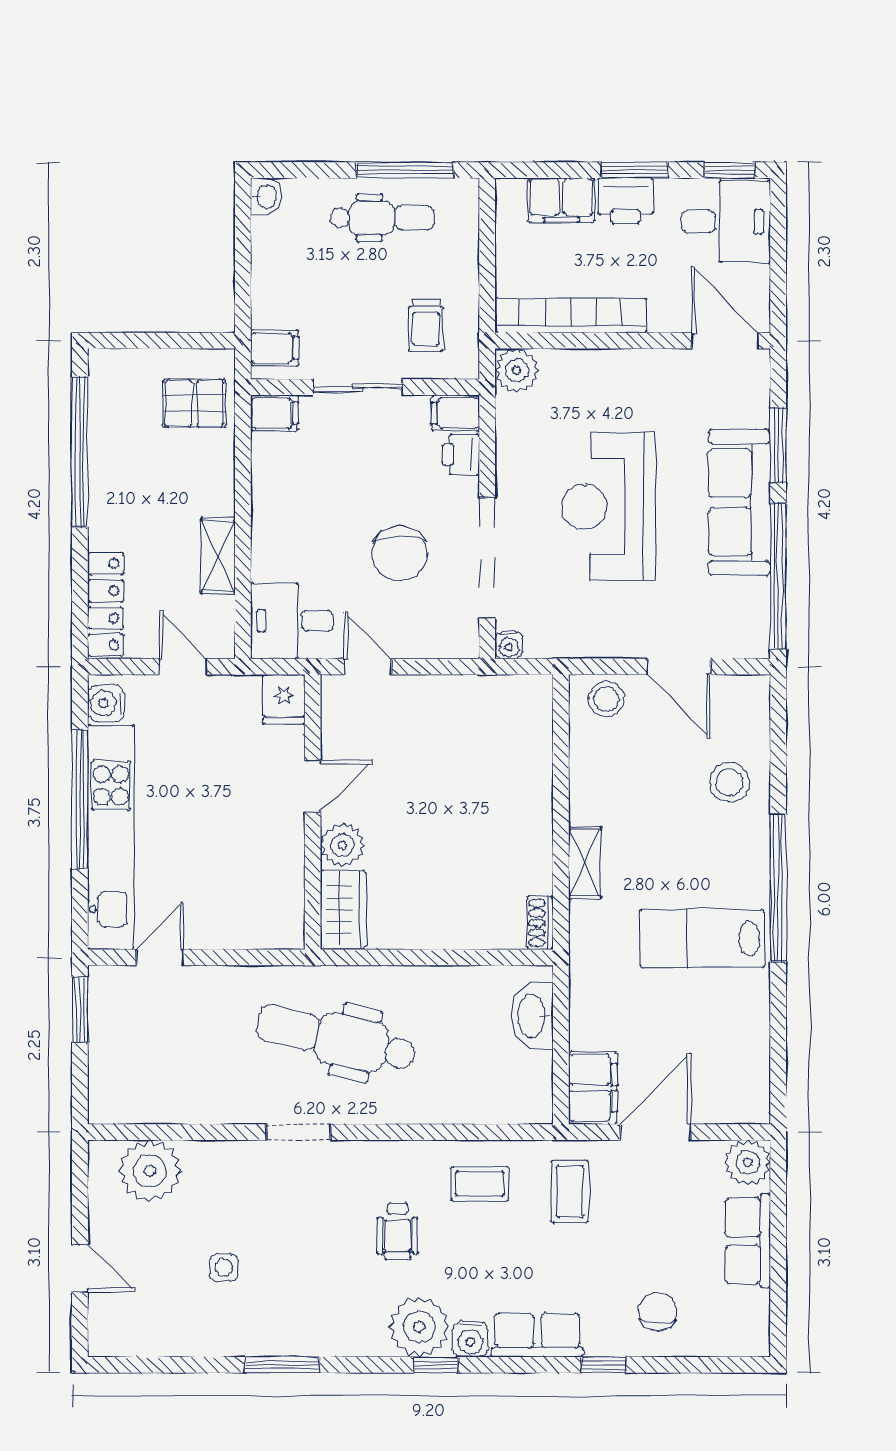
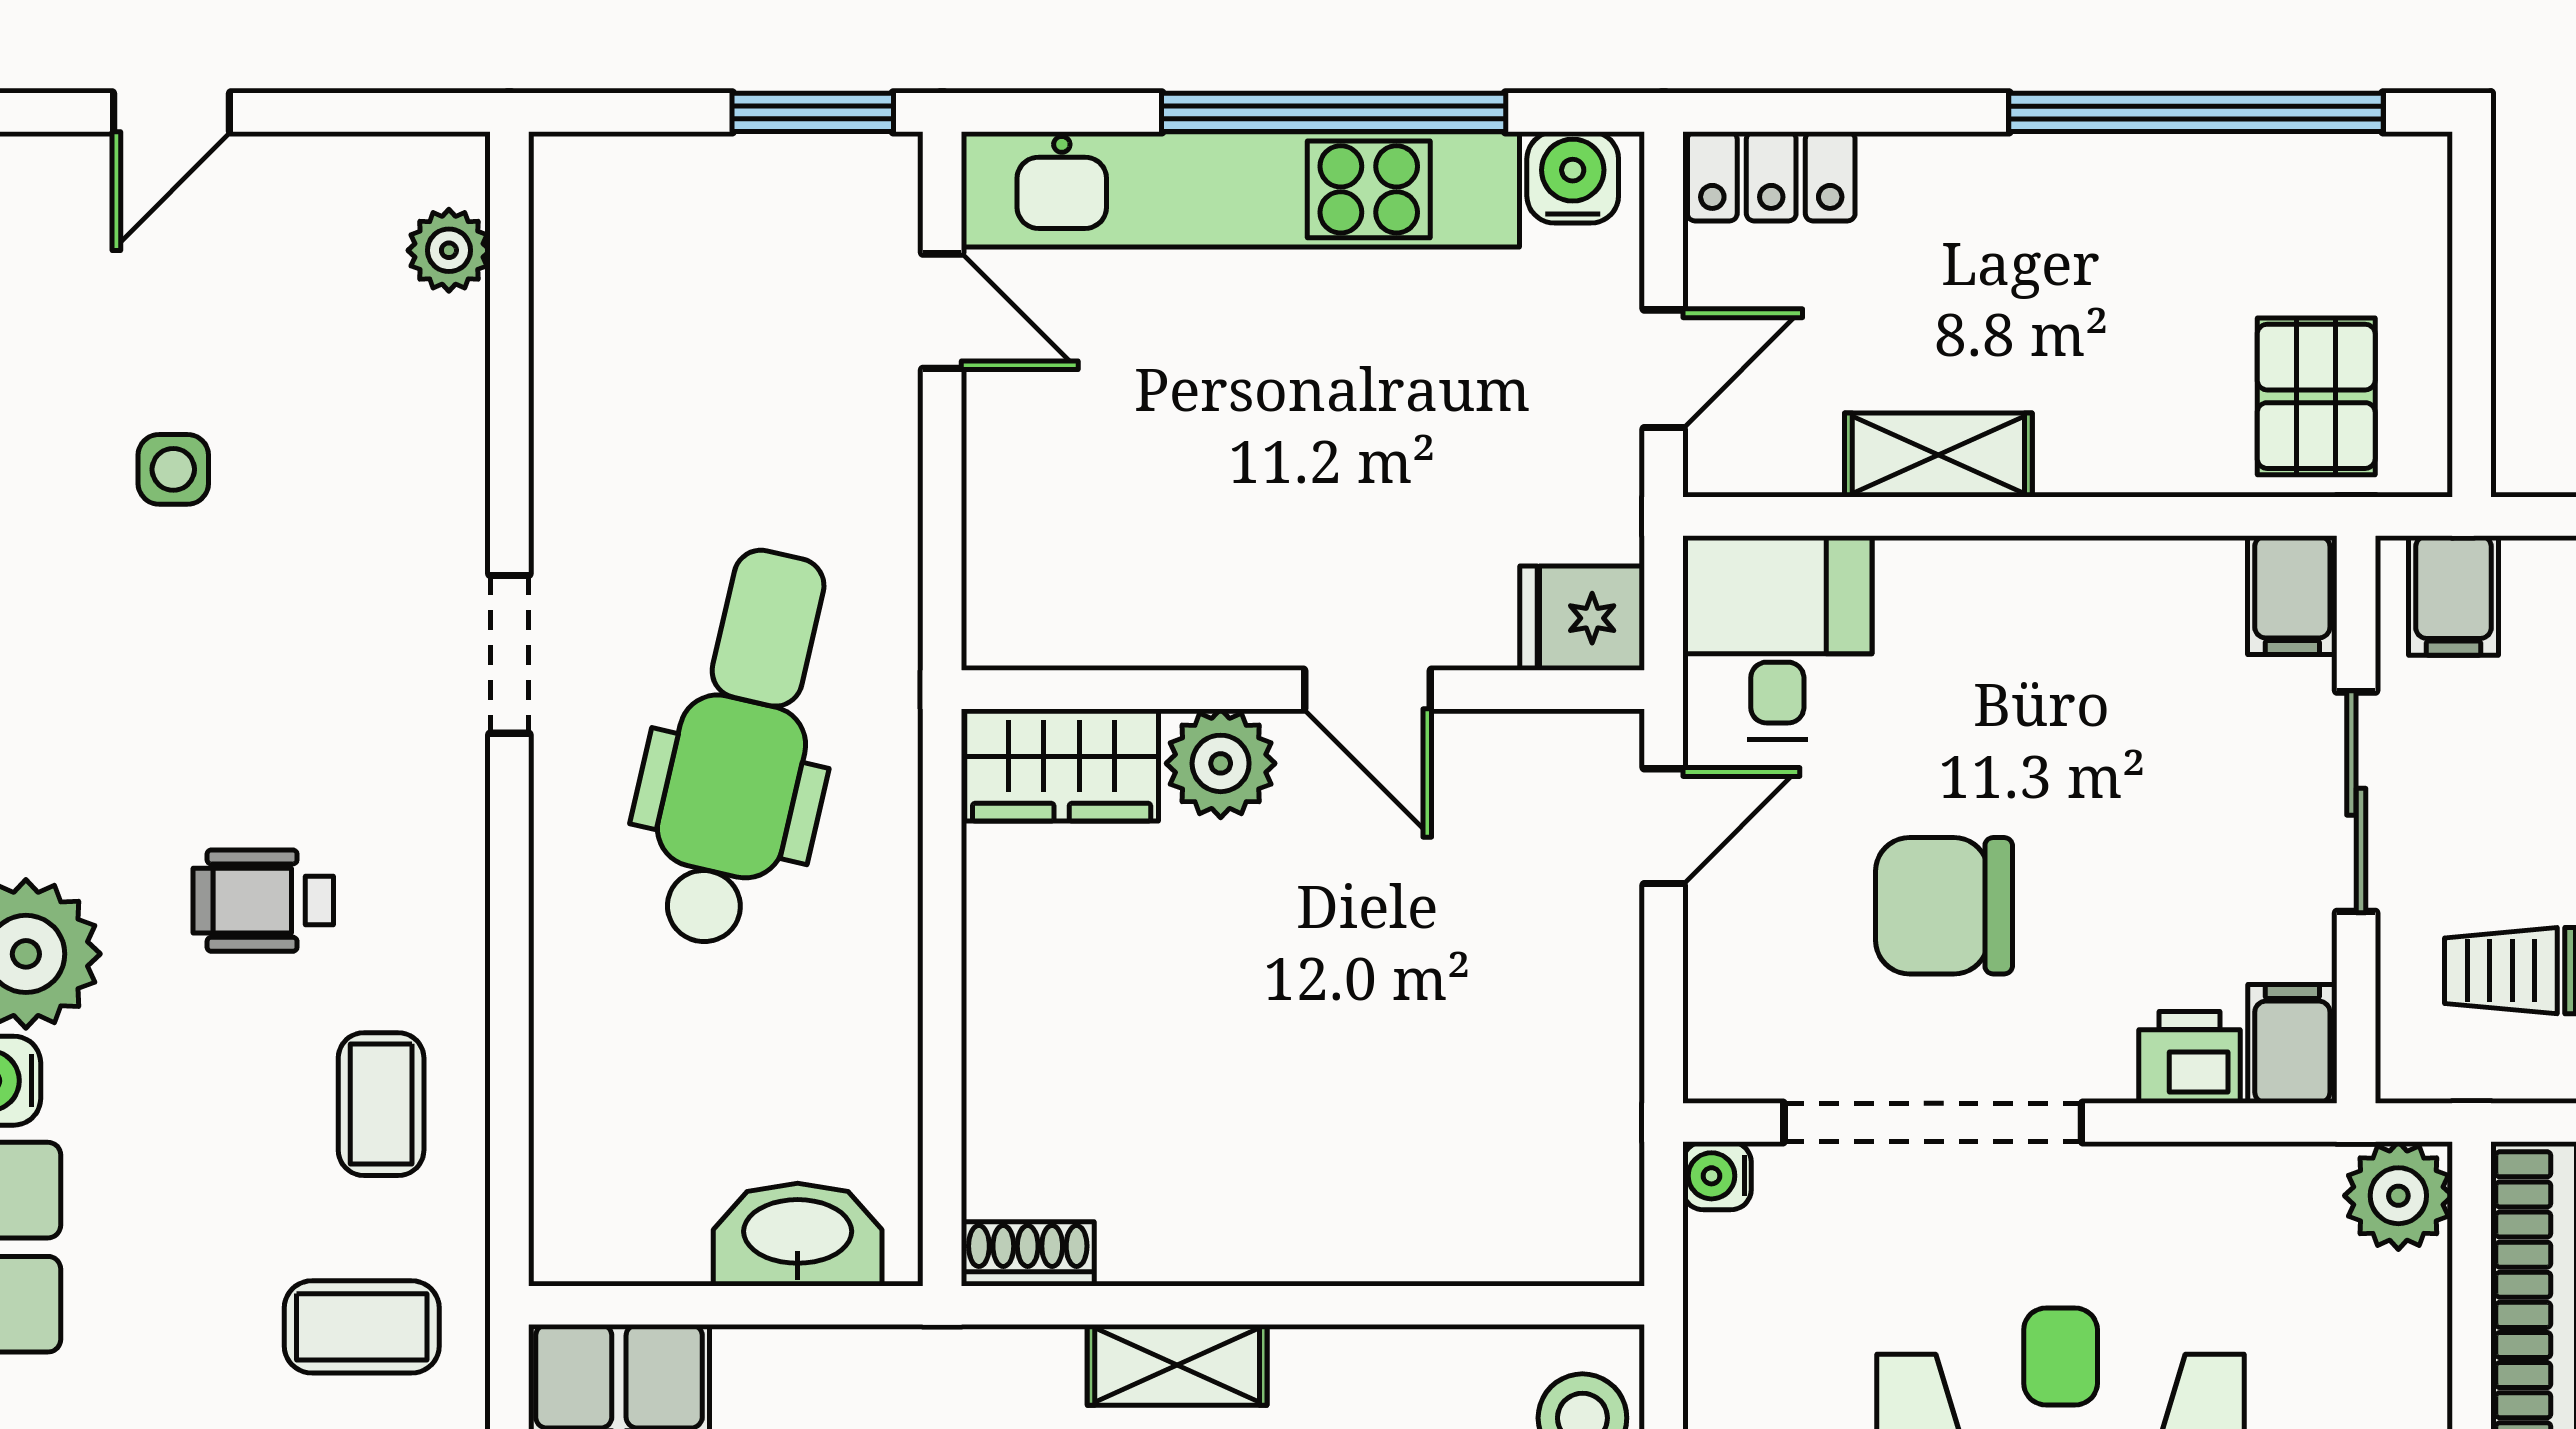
locker: (106, 604) -> (1771, 176), width x0.66
plant: (150, 1171) -> (449, 250), width x0.53, depth x0.53

